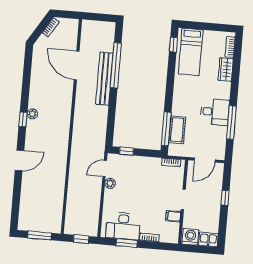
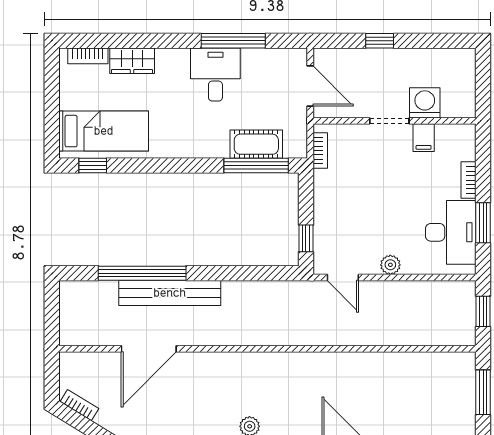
plant: (110, 183) -> (390, 265), moved
washing machine: (190, 237) -> (425, 103), moved, turned 90
kitchen sink: (208, 240) -> (463, 66), removed

